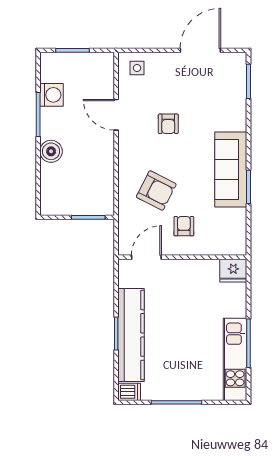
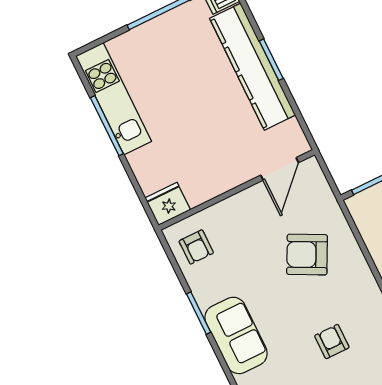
sofa: (231, 169) -> (236, 335), width x0.73
armchair: (184, 226) -> (196, 247), moved

